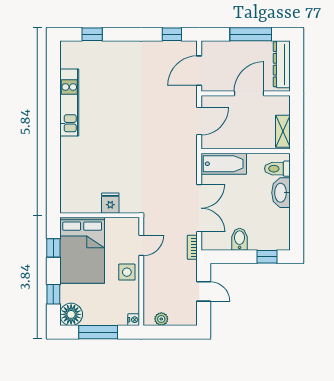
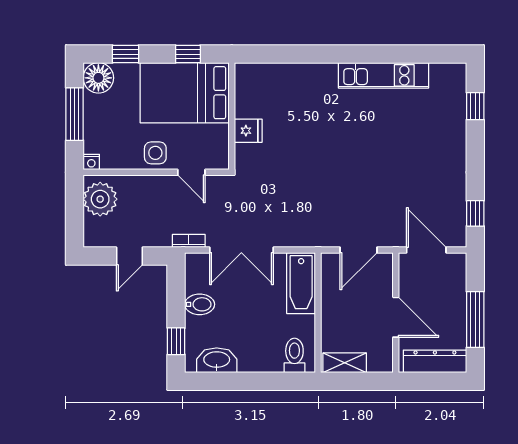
door: (199, 121) -> (358, 250), hinge flipped
washbasin: (281, 193) -> (217, 360), moved
plant: (161, 319) -> (100, 199), width x1.88, depth x1.88

